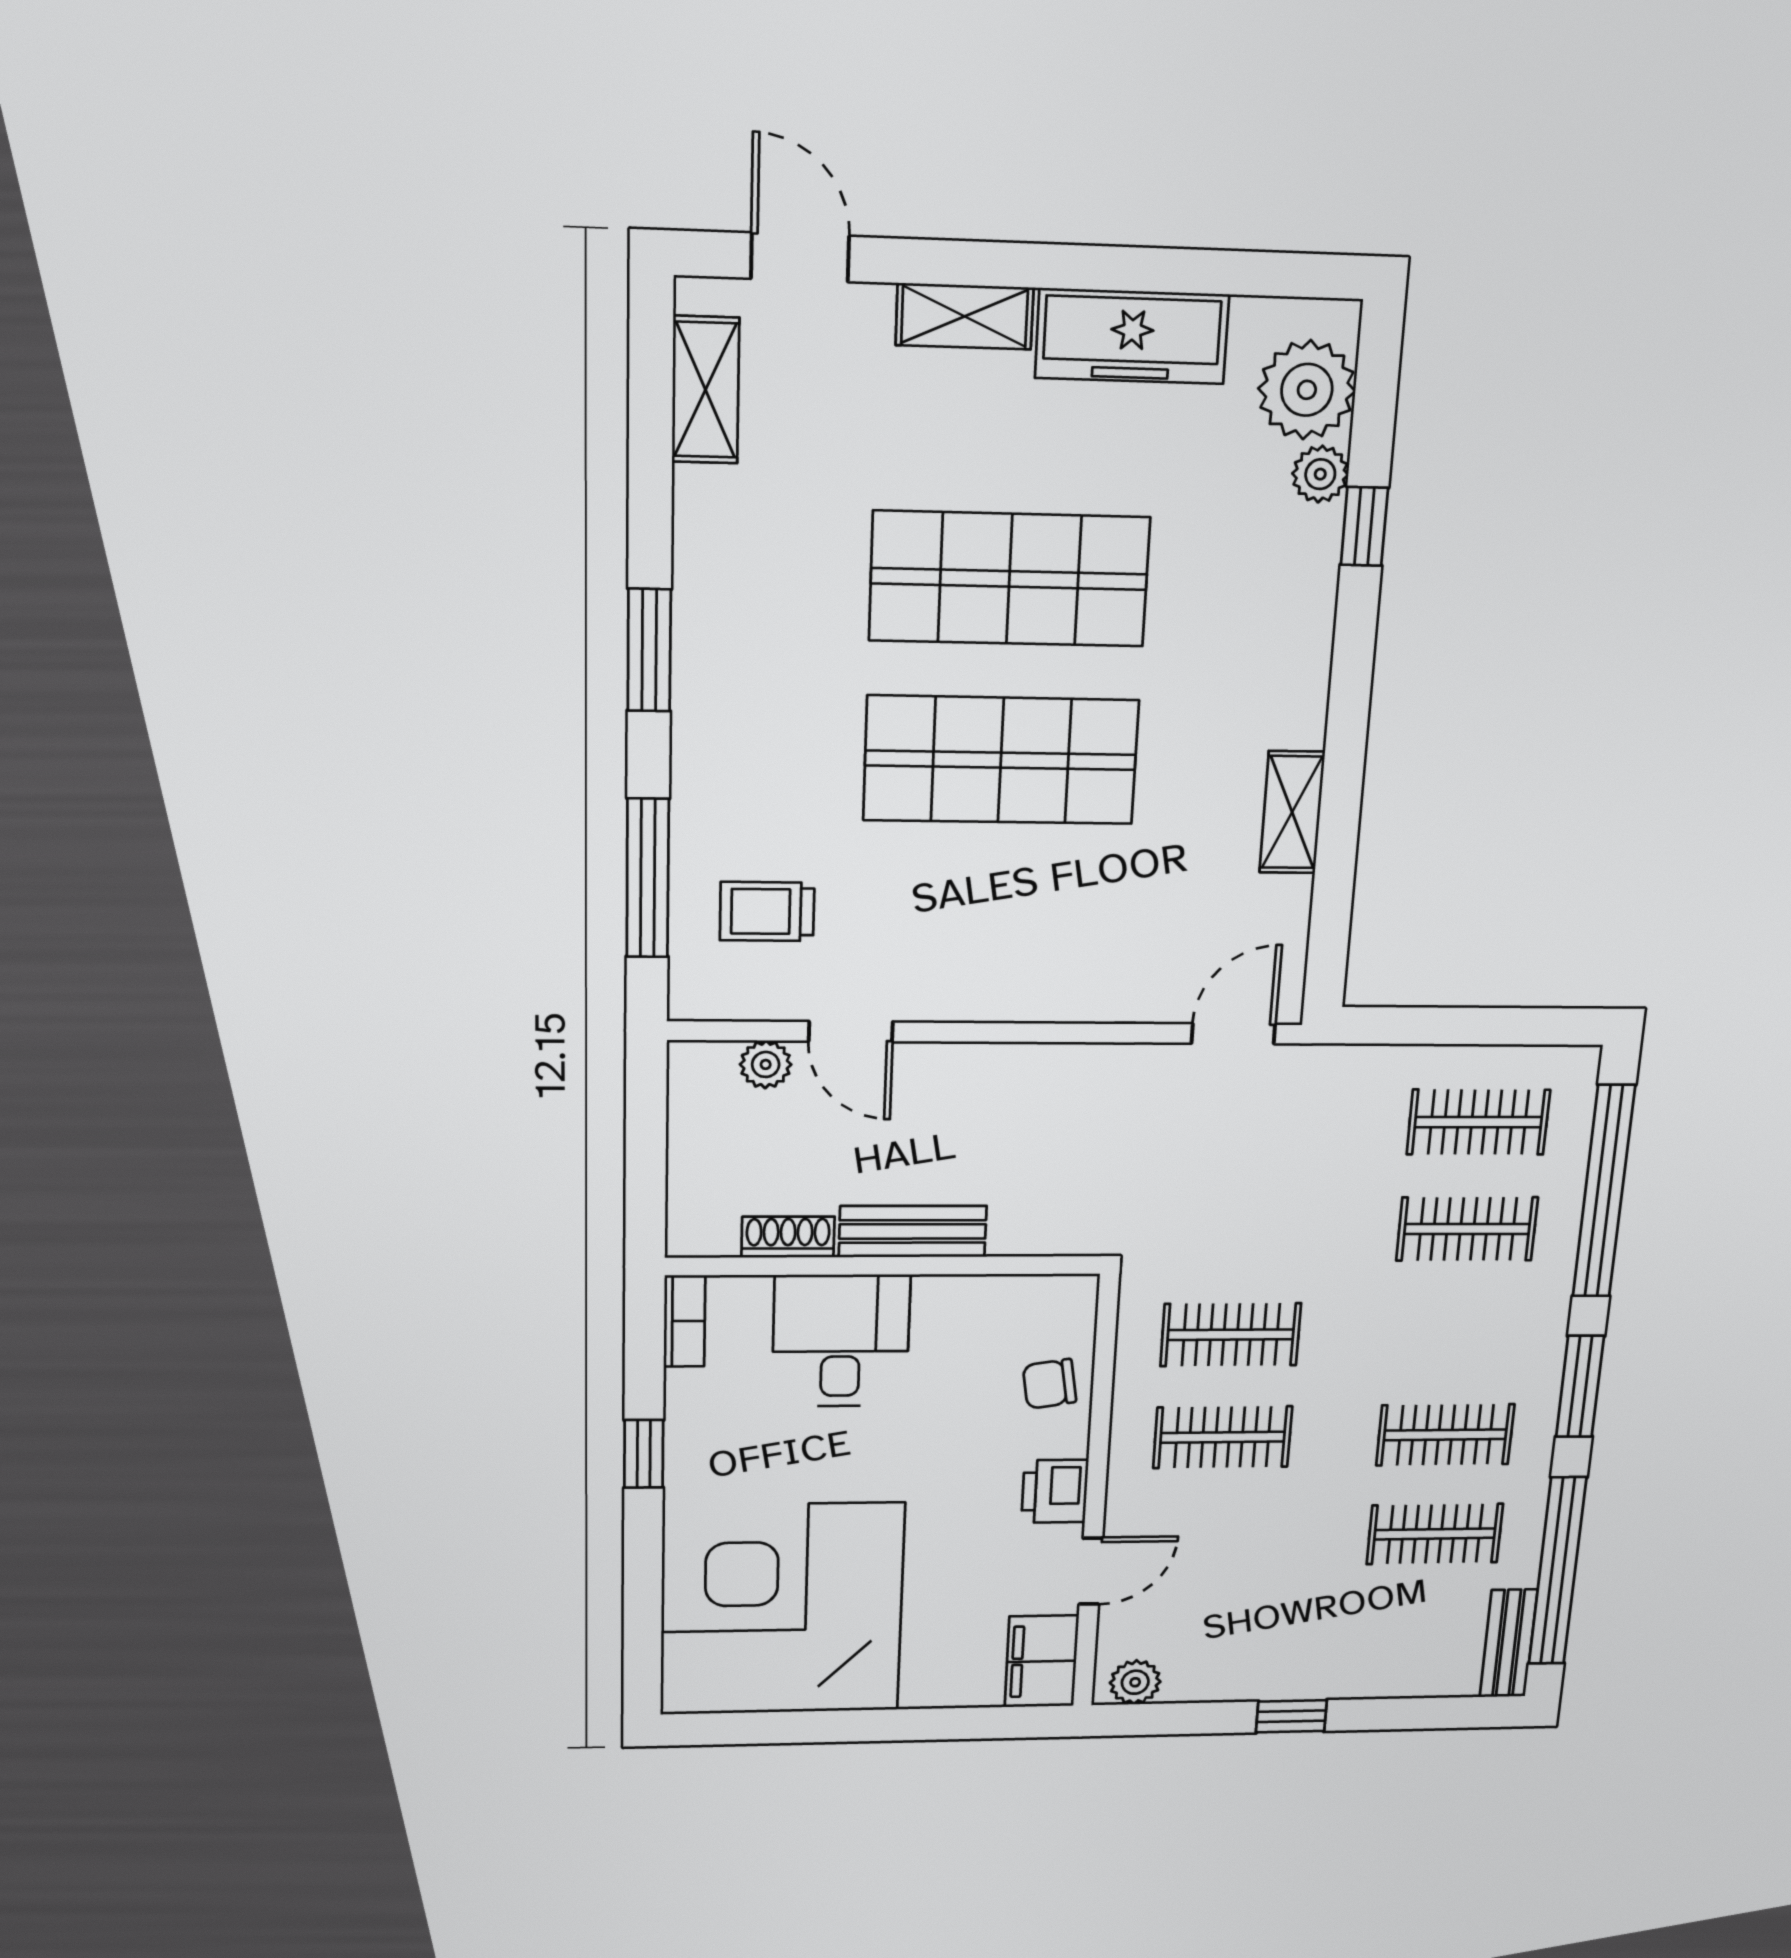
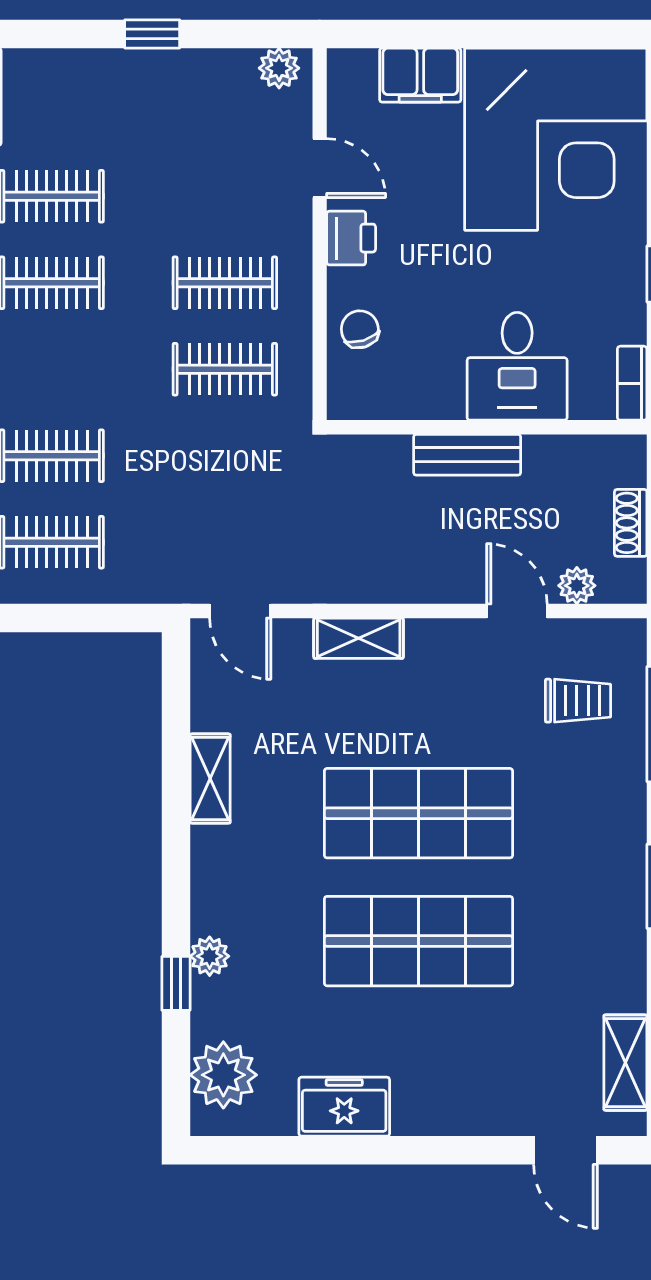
shelving: (965, 316) -> (359, 638), moved
freezer: (1132, 336) -> (344, 1107), width x0.71
plant: (1320, 474) -> (210, 956), moved
door: (1233, 1034) -> (240, 611), hinge flipped
shoe rack: (788, 1237) -> (631, 523), moved, turned 90
chair: (1050, 1384) -> (360, 329), turned -98
door: (1091, 1571) -> (320, 168), swing flipped
filing cabinet: (1042, 1661) -> (420, 75), moved, turned 90

